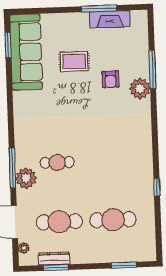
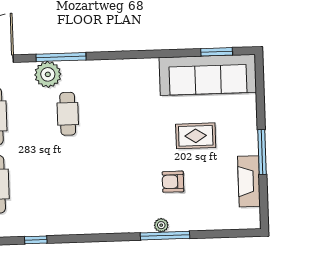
window: (99, 9) -> (262, 152), moved
rug: (74, 61) -> (196, 136), turned 90
window: (152, 70) -> (165, 236), moved
plant: (140, 88) -> (161, 225), width x0.53, depth x0.53

